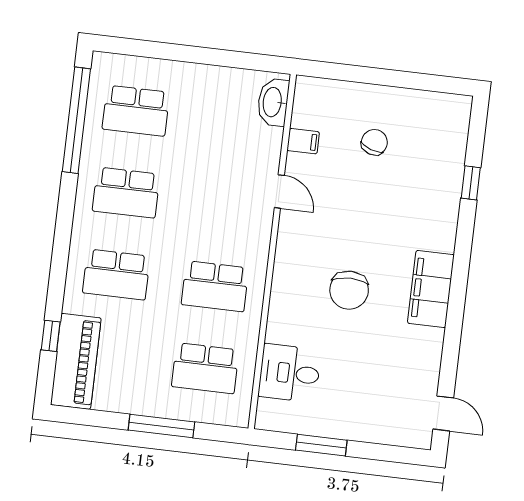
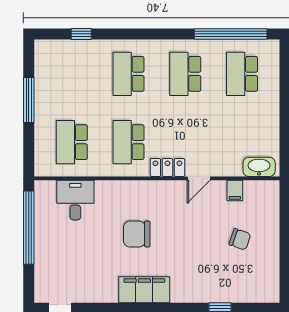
locker: (258, 234) -> (167, 167), added
piano: (76, 361) -> (66, 53), removed
window: (161, 426) -> (29, 100), moved
window: (321, 445) -> (29, 228), width x2.11

